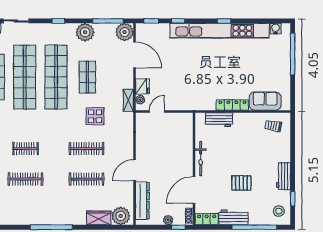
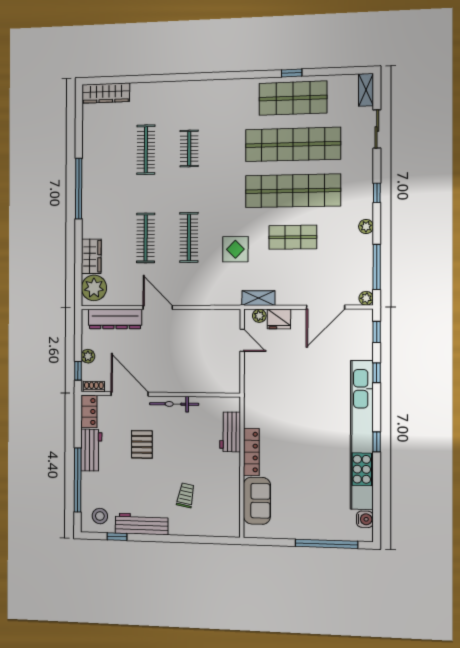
plant: (85, 32) -> (366, 226), width x0.53, depth x0.53
plant: (125, 32) -> (366, 298), width x0.53, depth x0.53
trolley: (273, 126) -> (186, 495), moved
workbench: (283, 176) -> (142, 524), width x1.38
pallet: (241, 183) -> (142, 444), moved

